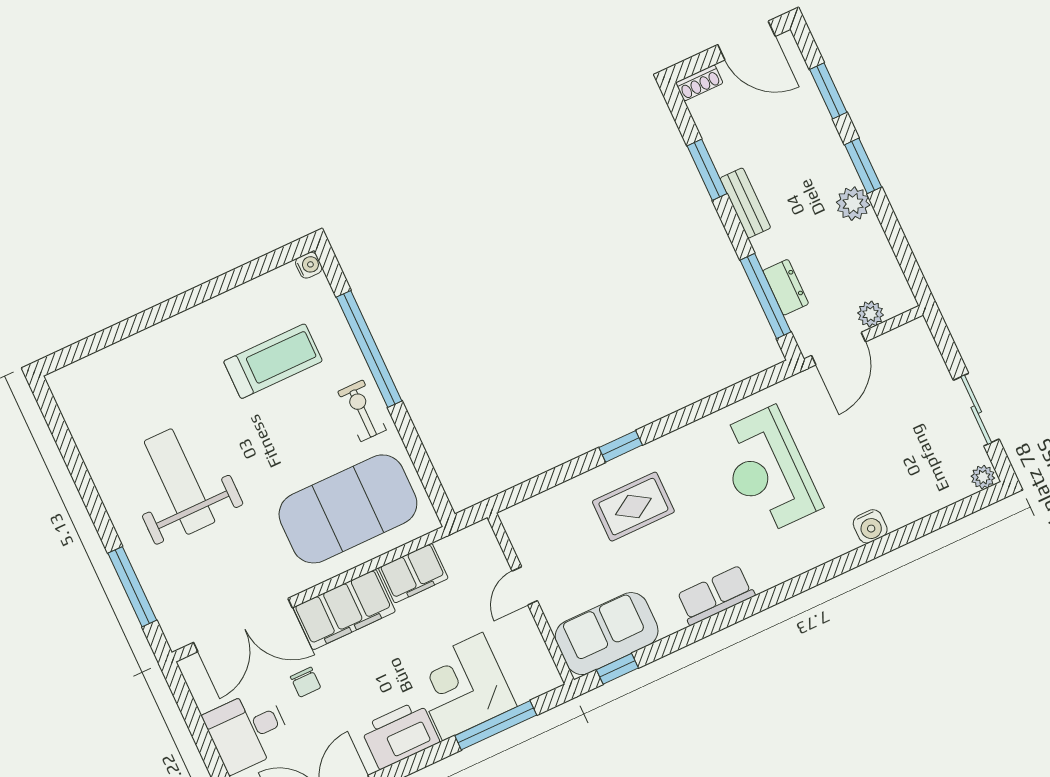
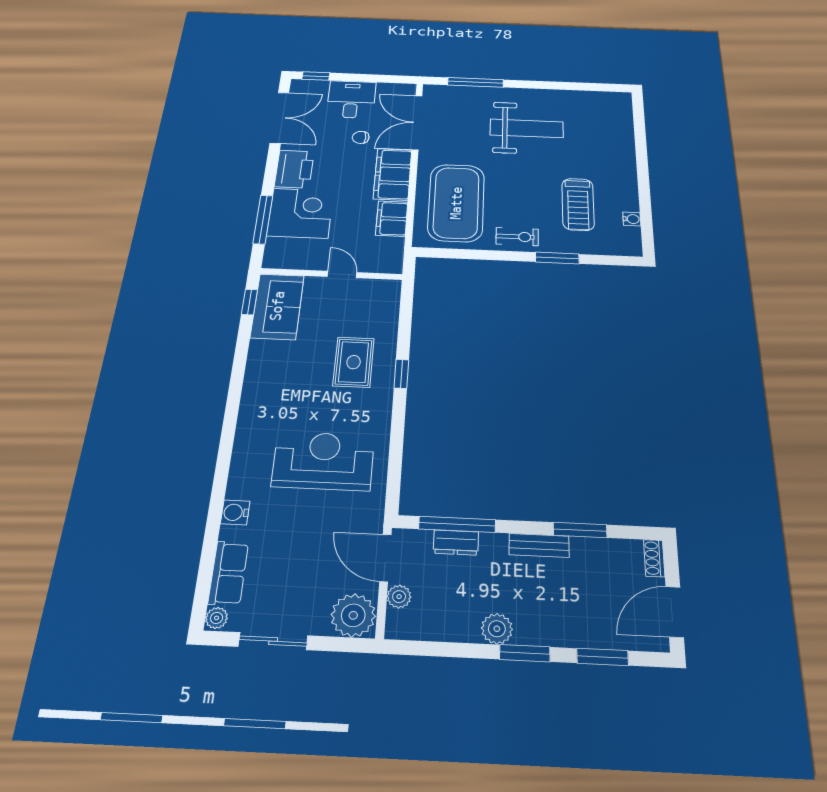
water cooler: (309, 265) -> (632, 219), moved, turned -90
plant: (912, 348) -> (353, 615), added
window: (369, 349) -> (557, 258), width x0.47
row of seats: (716, 595) -> (228, 573), moved

